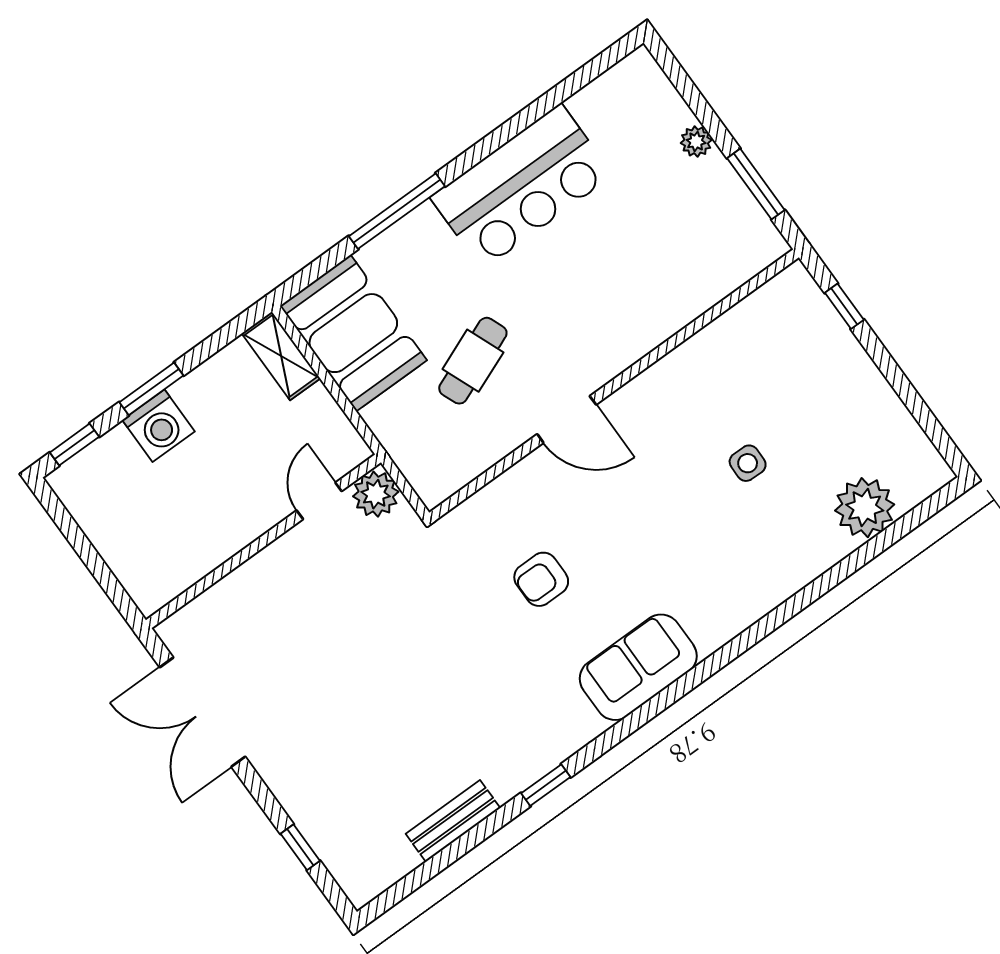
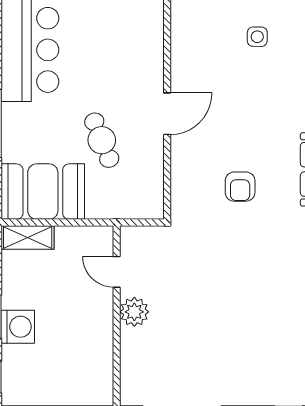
plant: (376, 494) -> (134, 312), moved

